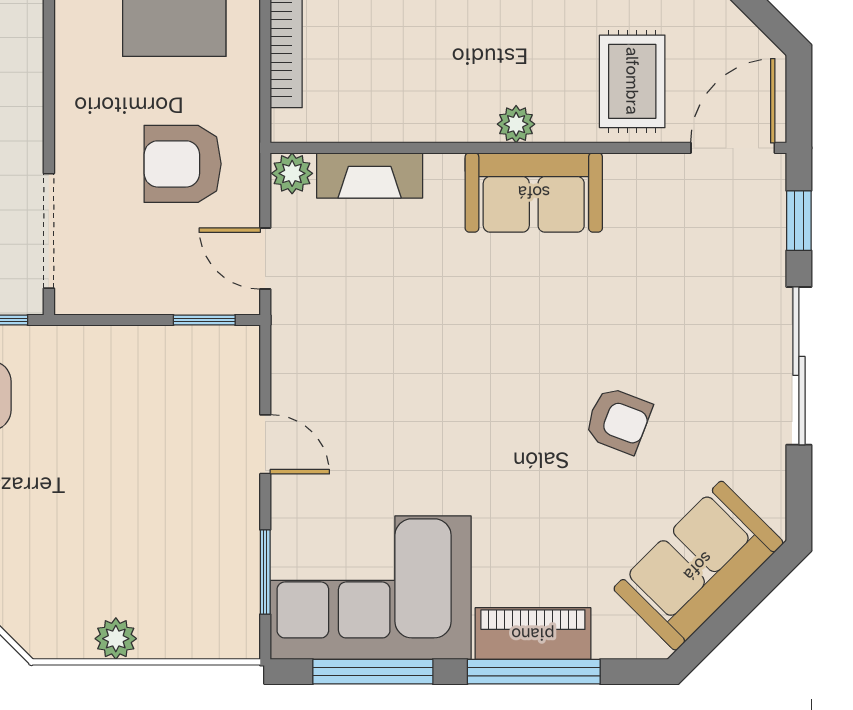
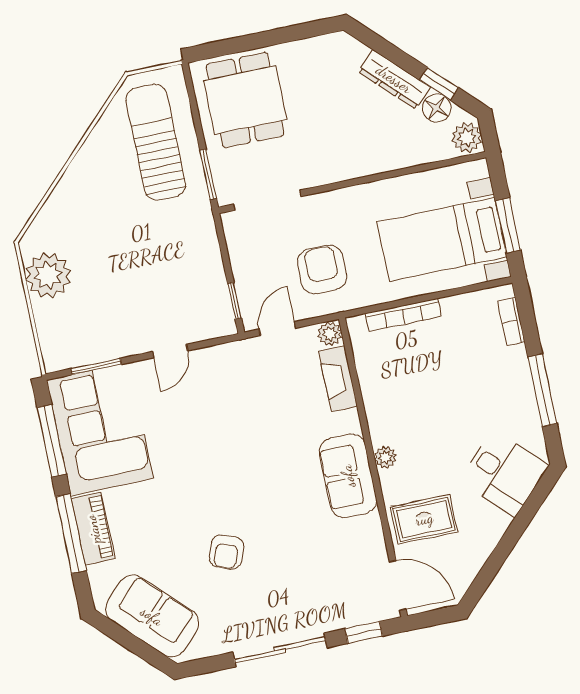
plant: (116, 639) -> (48, 275), width x1.88, depth x1.88

